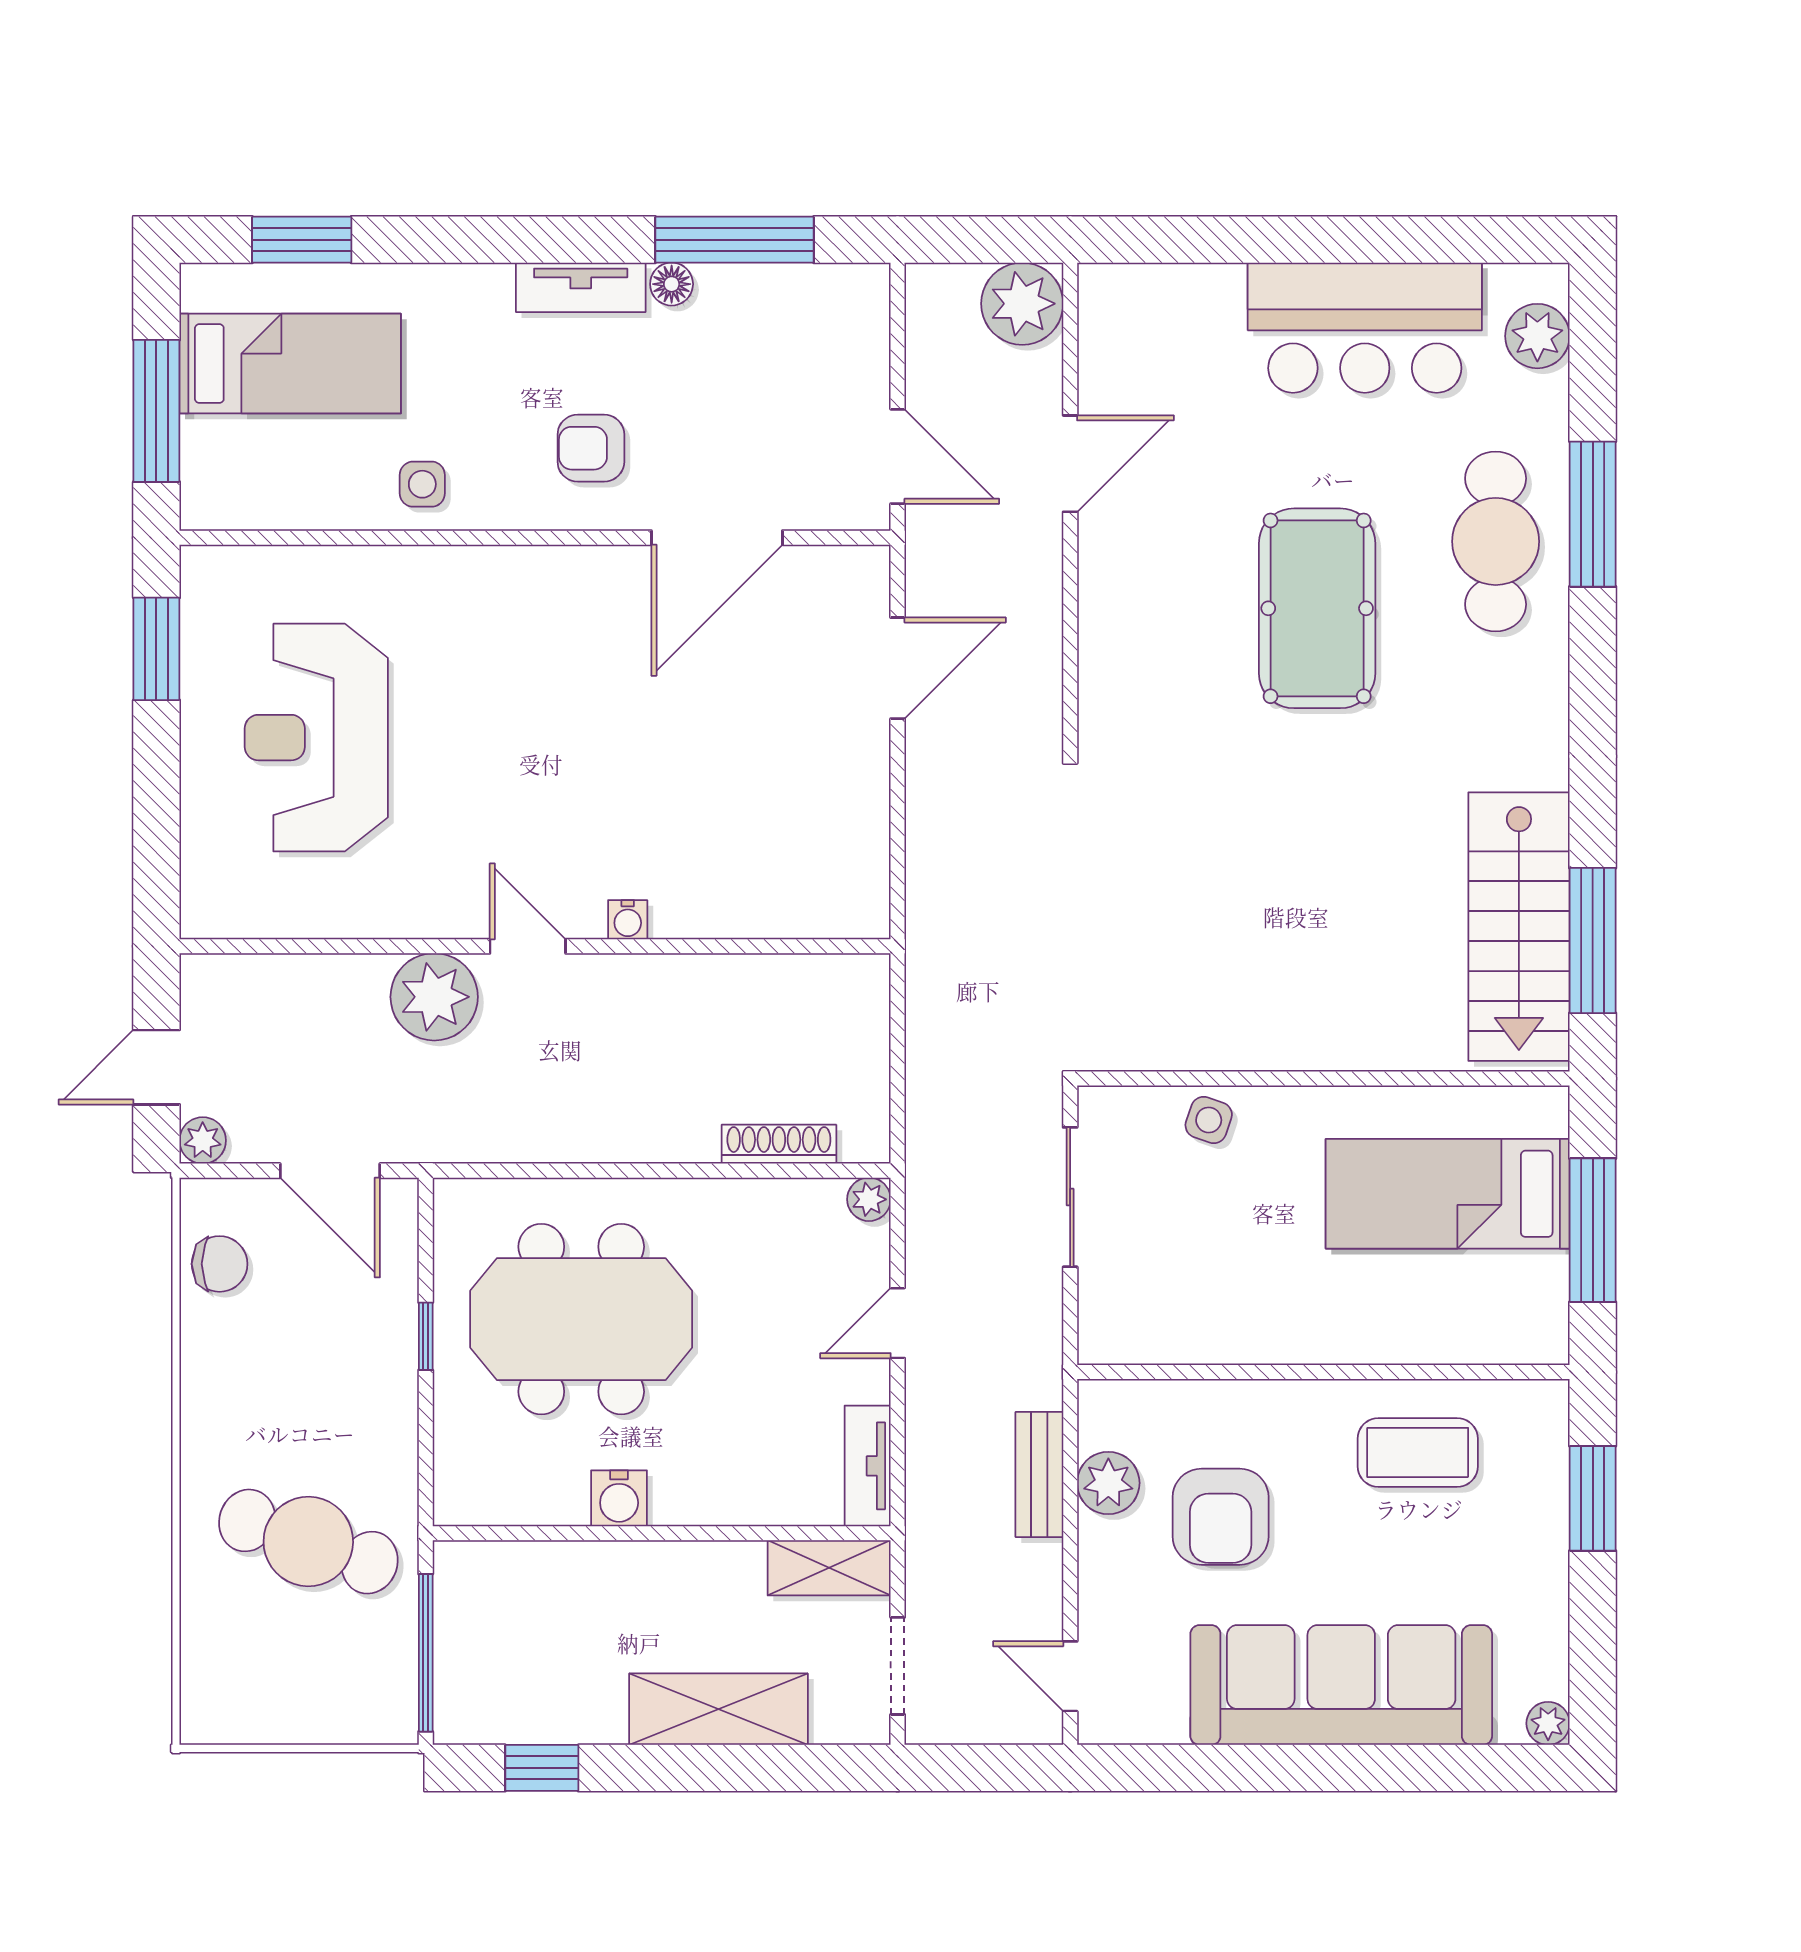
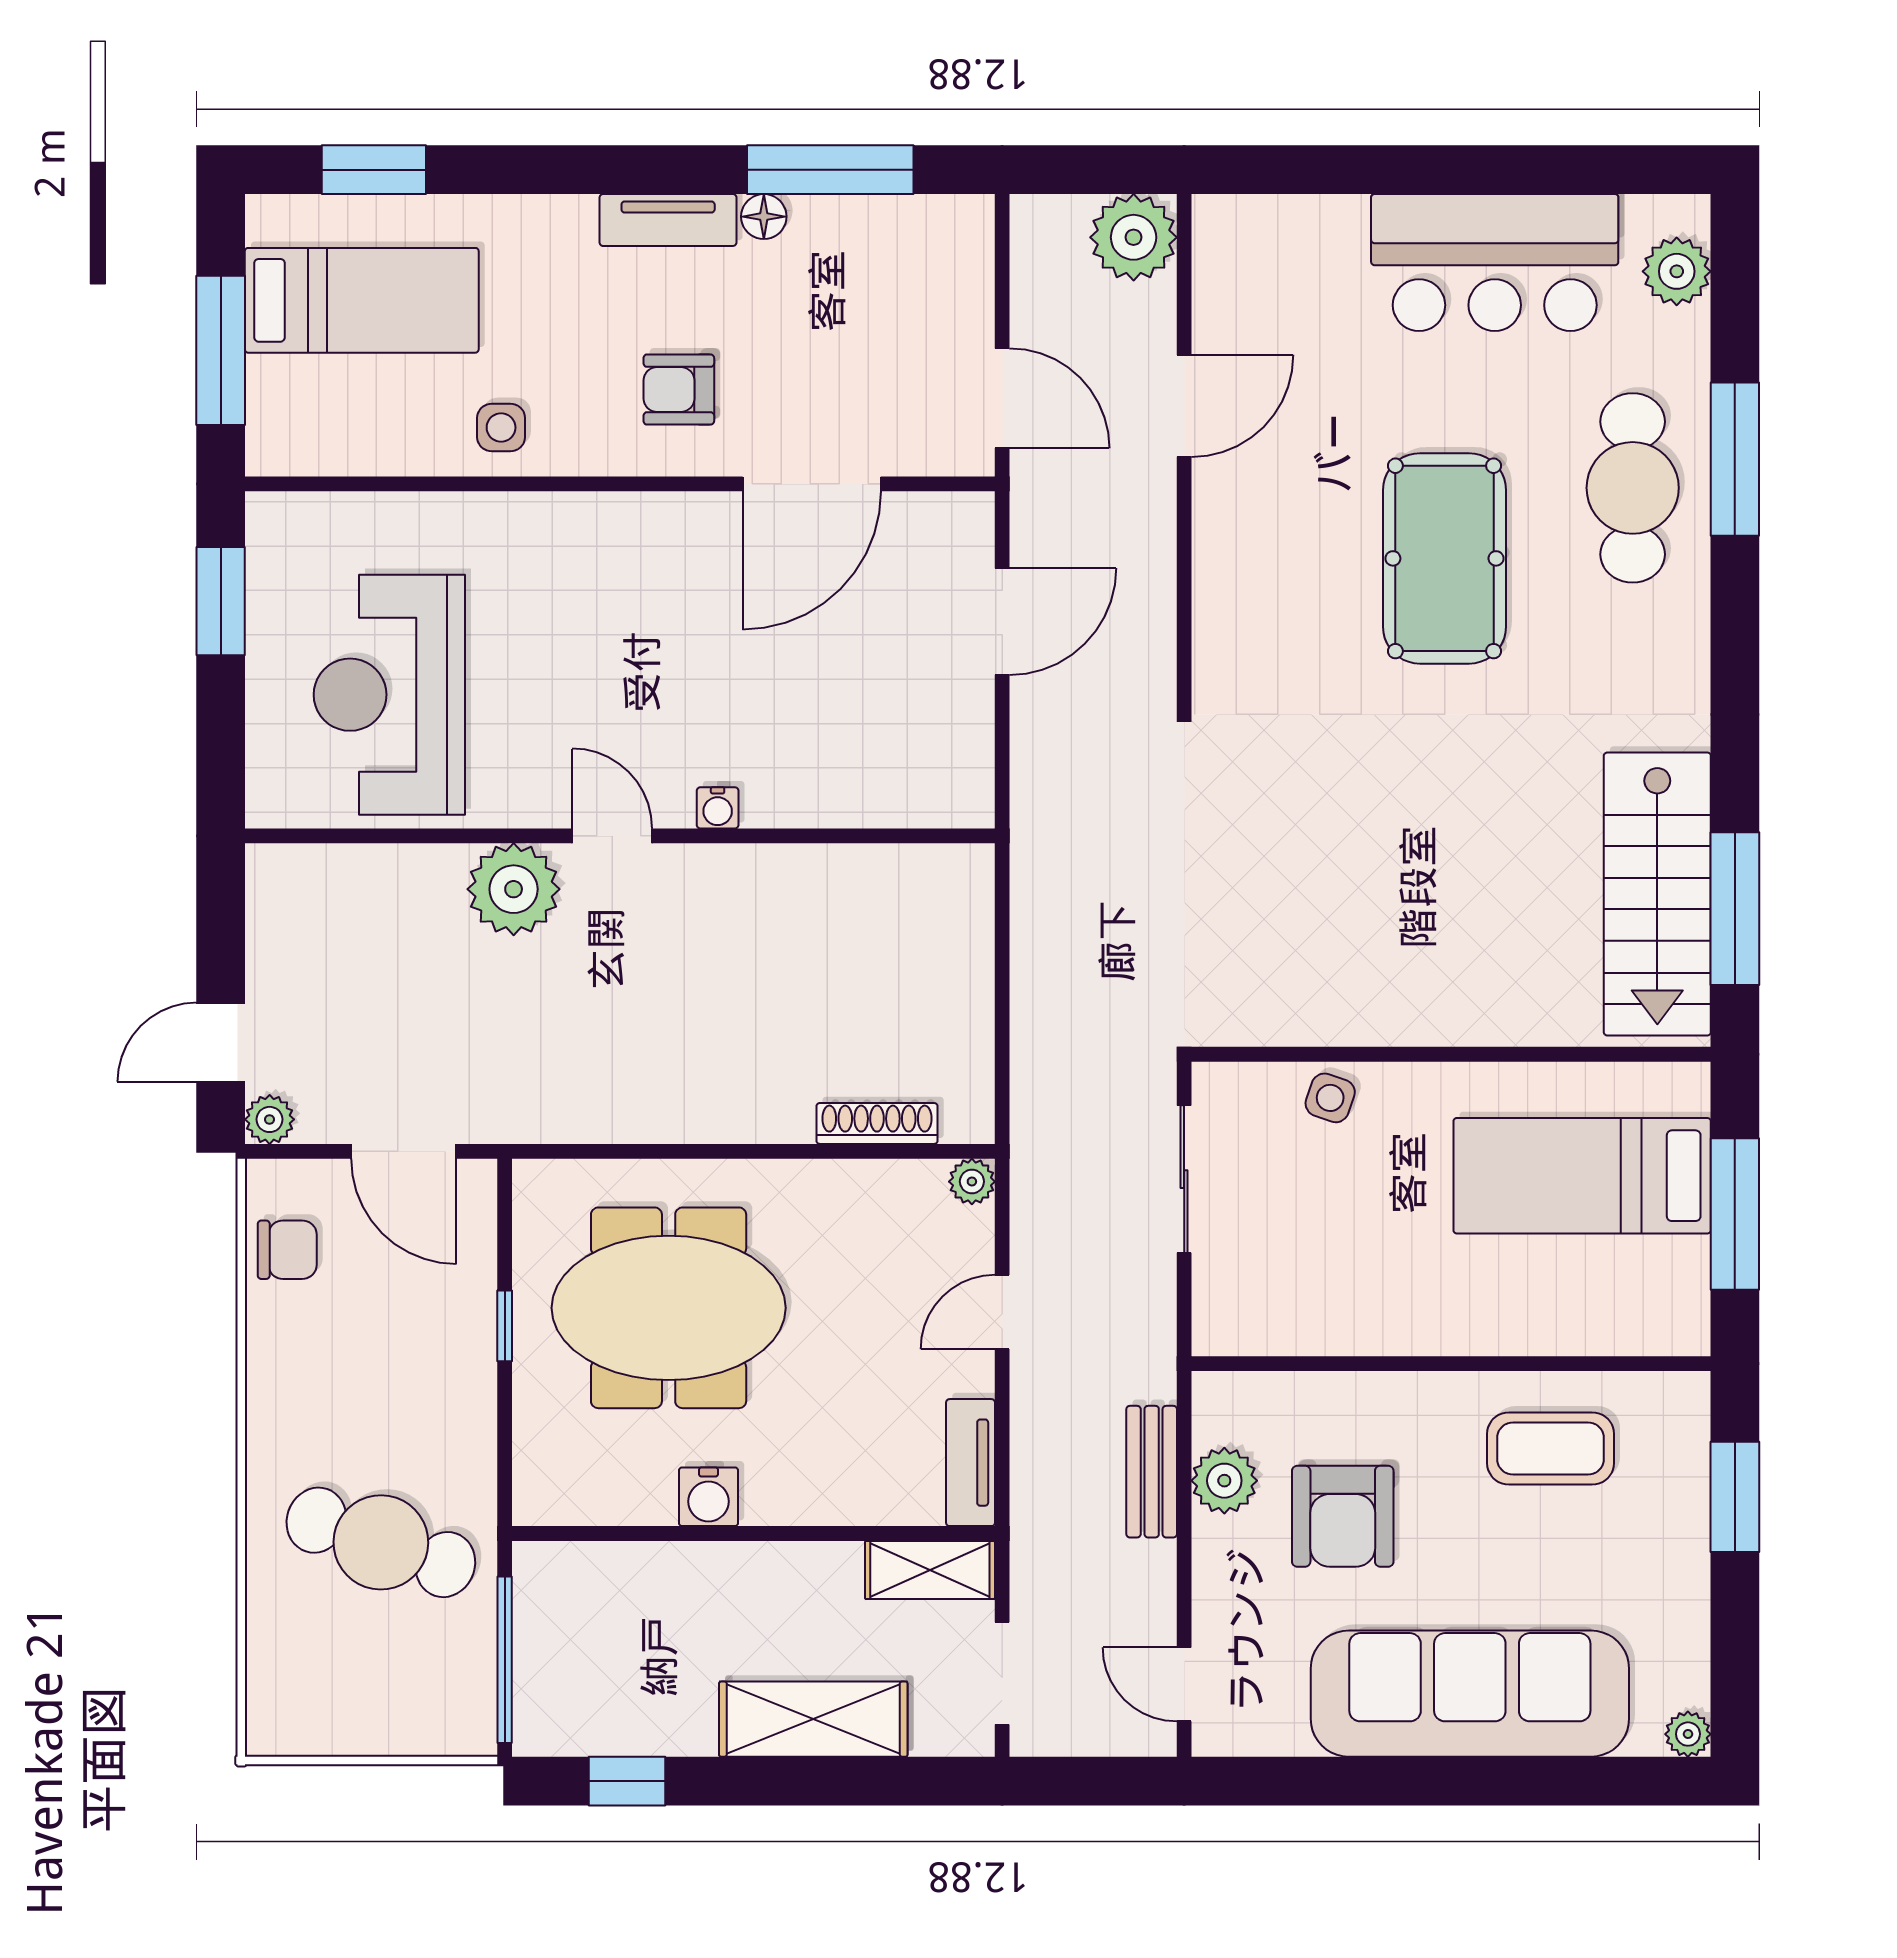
water cooler: (628, 920) -> (718, 808), moved
door: (528, 946) -> (612, 836), moved
wall: (535, 946) -> (620, 836), moved
plant: (434, 997) -> (514, 889), moved

